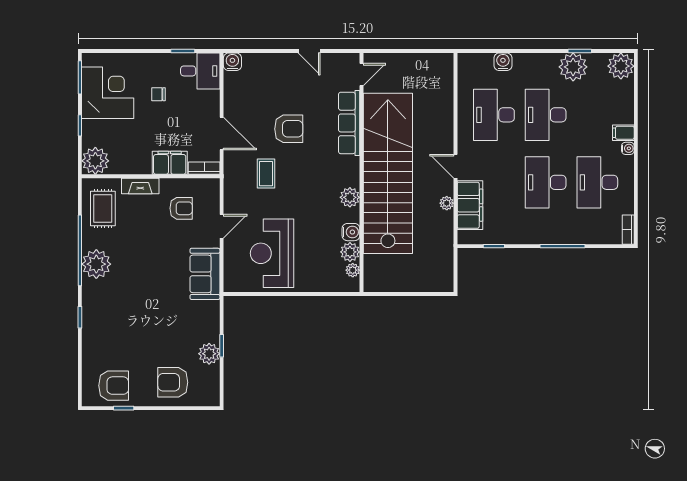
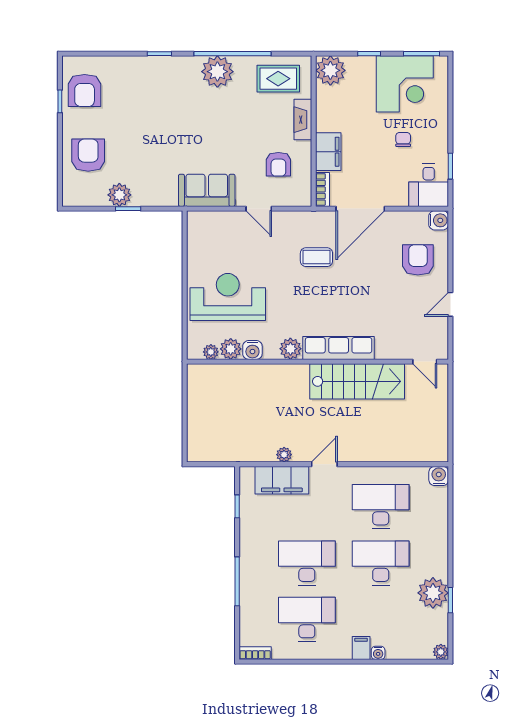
water cooler: (503, 62) -> (439, 476), moved, turned -90
plant: (621, 66) -> (441, 652), width x0.53, depth x0.53
row of seats: (349, 123) -> (339, 348), moved
armchair: (289, 129) -> (418, 260), moved, turned 180
door: (222, 133) -> (360, 209), width x1.36
water cooler: (628, 148) -> (378, 653), moved
stairs: (388, 173) -> (357, 381), width x0.54, depth x0.66
reception desk: (272, 253) -> (228, 297), moved

